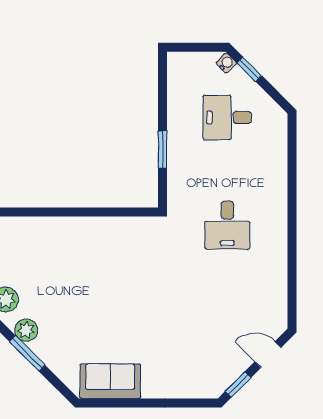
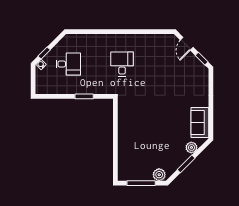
desk: (227, 117) -> (68, 64), turned -90
desk: (227, 225) -> (122, 64), turned -90
plant: (26, 330) -> (191, 147), moved

